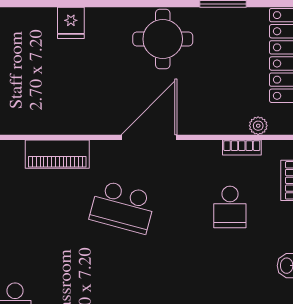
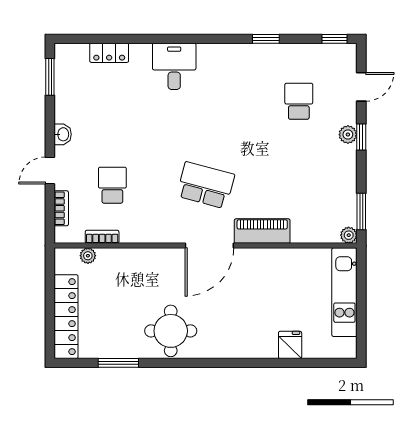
fridge: (71, 23) -> (290, 345), moved
door: (149, 137) -> (209, 246), moved

